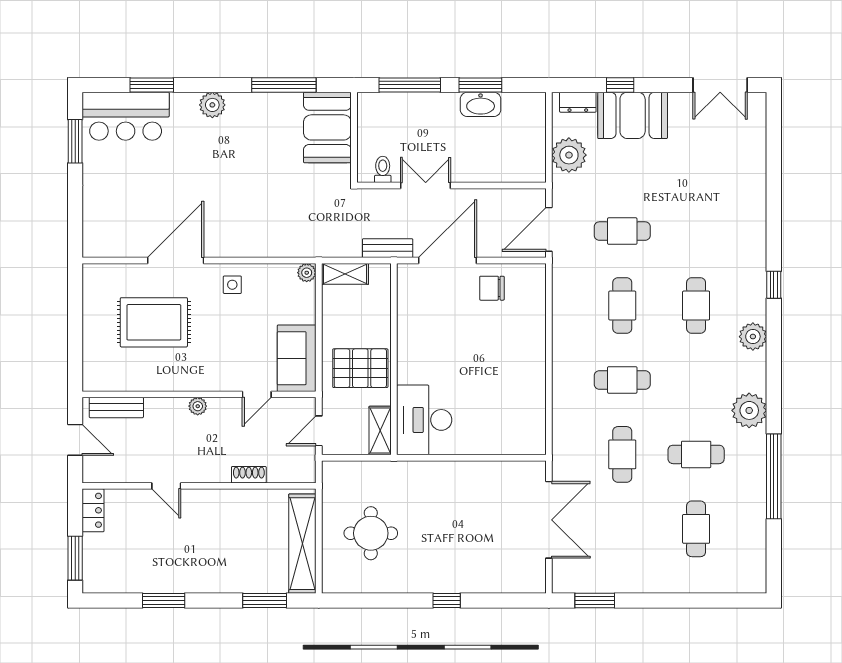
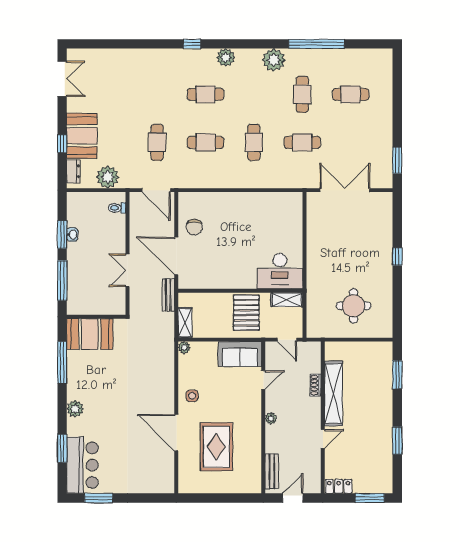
washbasin: (481, 104) -> (72, 234), width x0.52, depth x0.69
toilet: (383, 169) -> (117, 208), moved
door: (257, 394) -> (263, 380), hinge flipped
shelving: (302, 544) -> (333, 393), moved, turned 90

